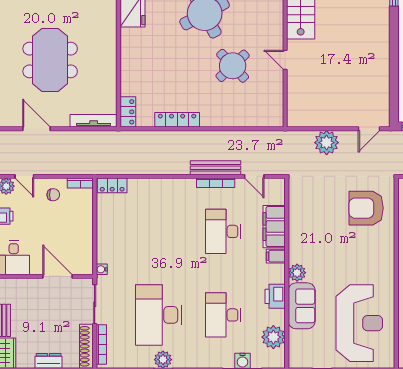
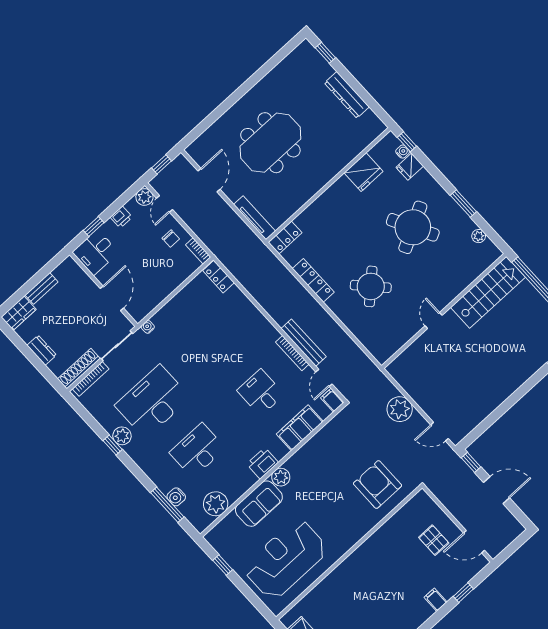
round table: (233, 66) -> (371, 286), moved
desk: (223, 231) -> (261, 392), width x0.73
filing cabinet: (276, 256) -> (332, 400), moved
printer: (275, 296) -> (262, 463), moved
reception desk: (359, 323) -> (286, 559), turned 180

